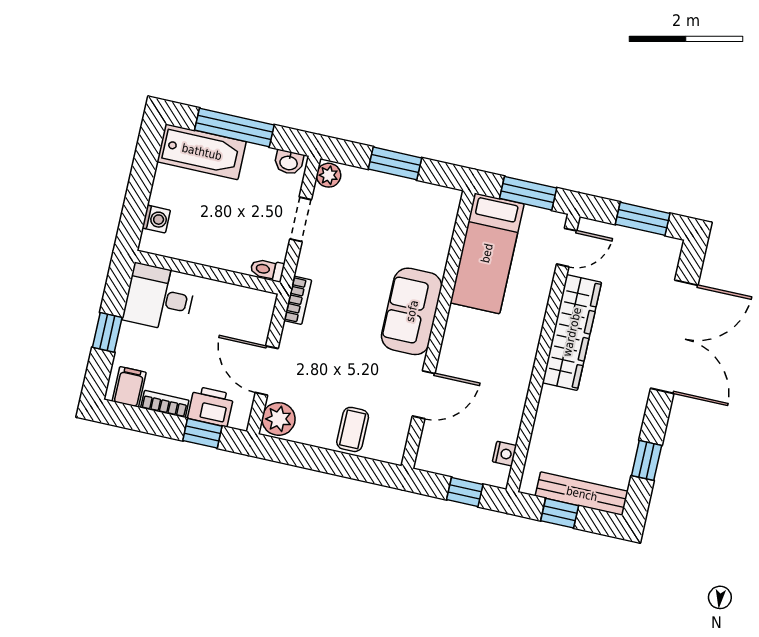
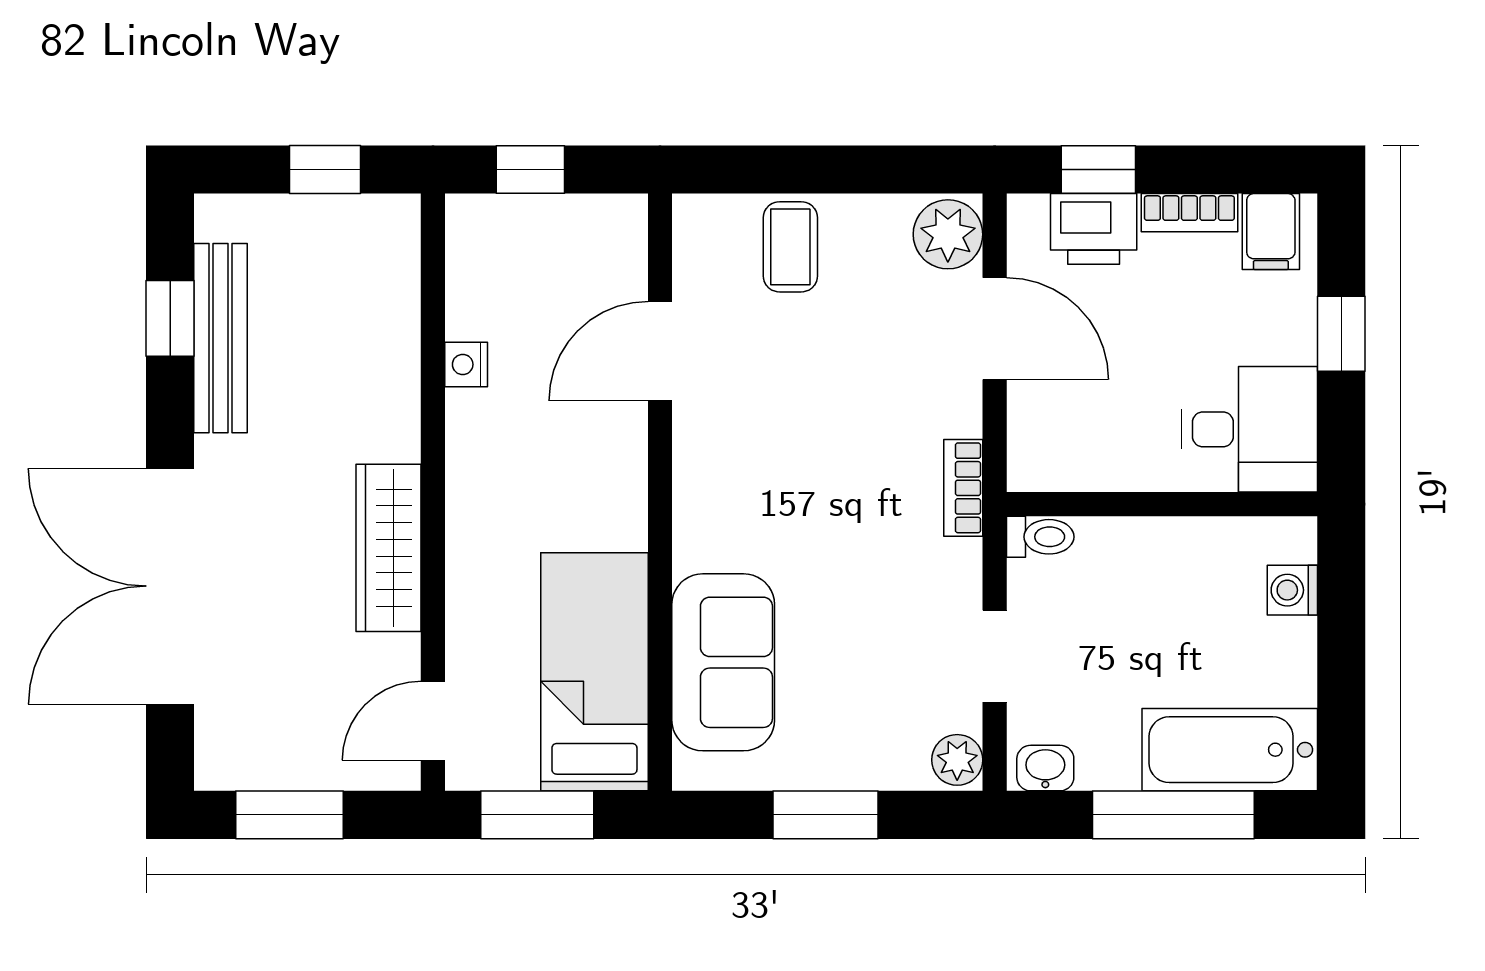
sofa: (412, 311) -> (723, 662), moved
wardrobe: (572, 332) -> (389, 548), width x0.71, depth x0.85
nightstand: (504, 454) -> (466, 364), moved
bench: (582, 494) -> (220, 338), moved, turned 90

